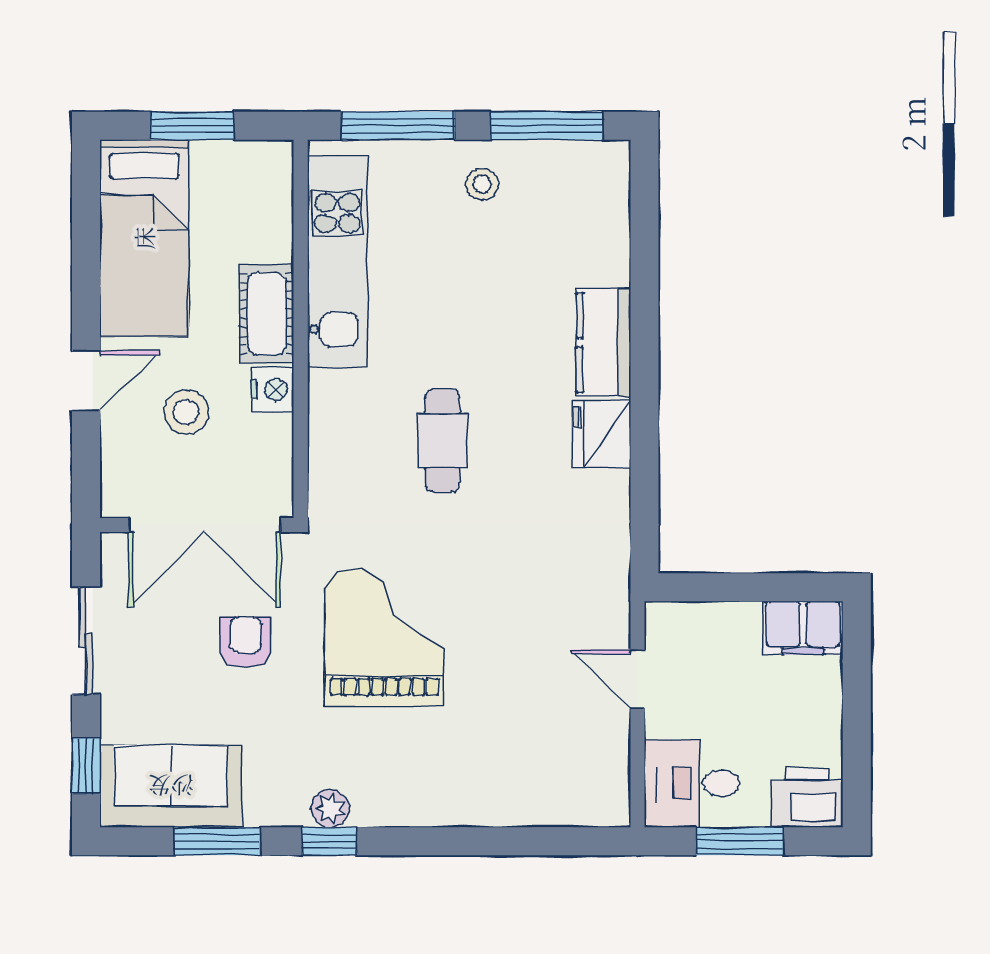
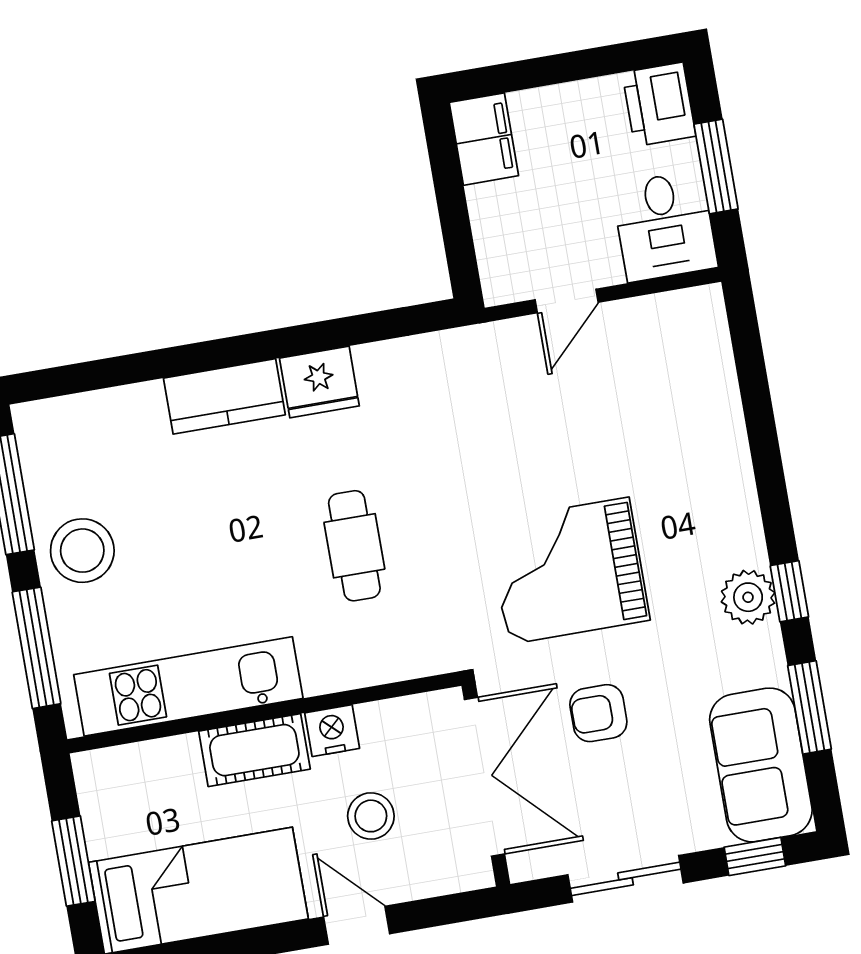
stool: (482, 184) -> (82, 551), width x1.89, depth x1.89
cafe table: (442, 440) -> (354, 546), turned 90
plant: (330, 808) -> (748, 597), width x1.38, depth x1.38

